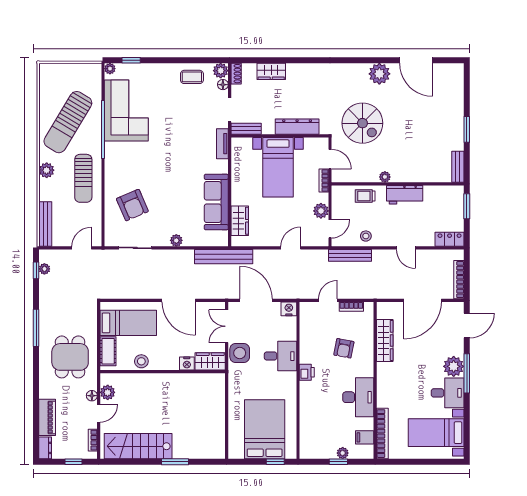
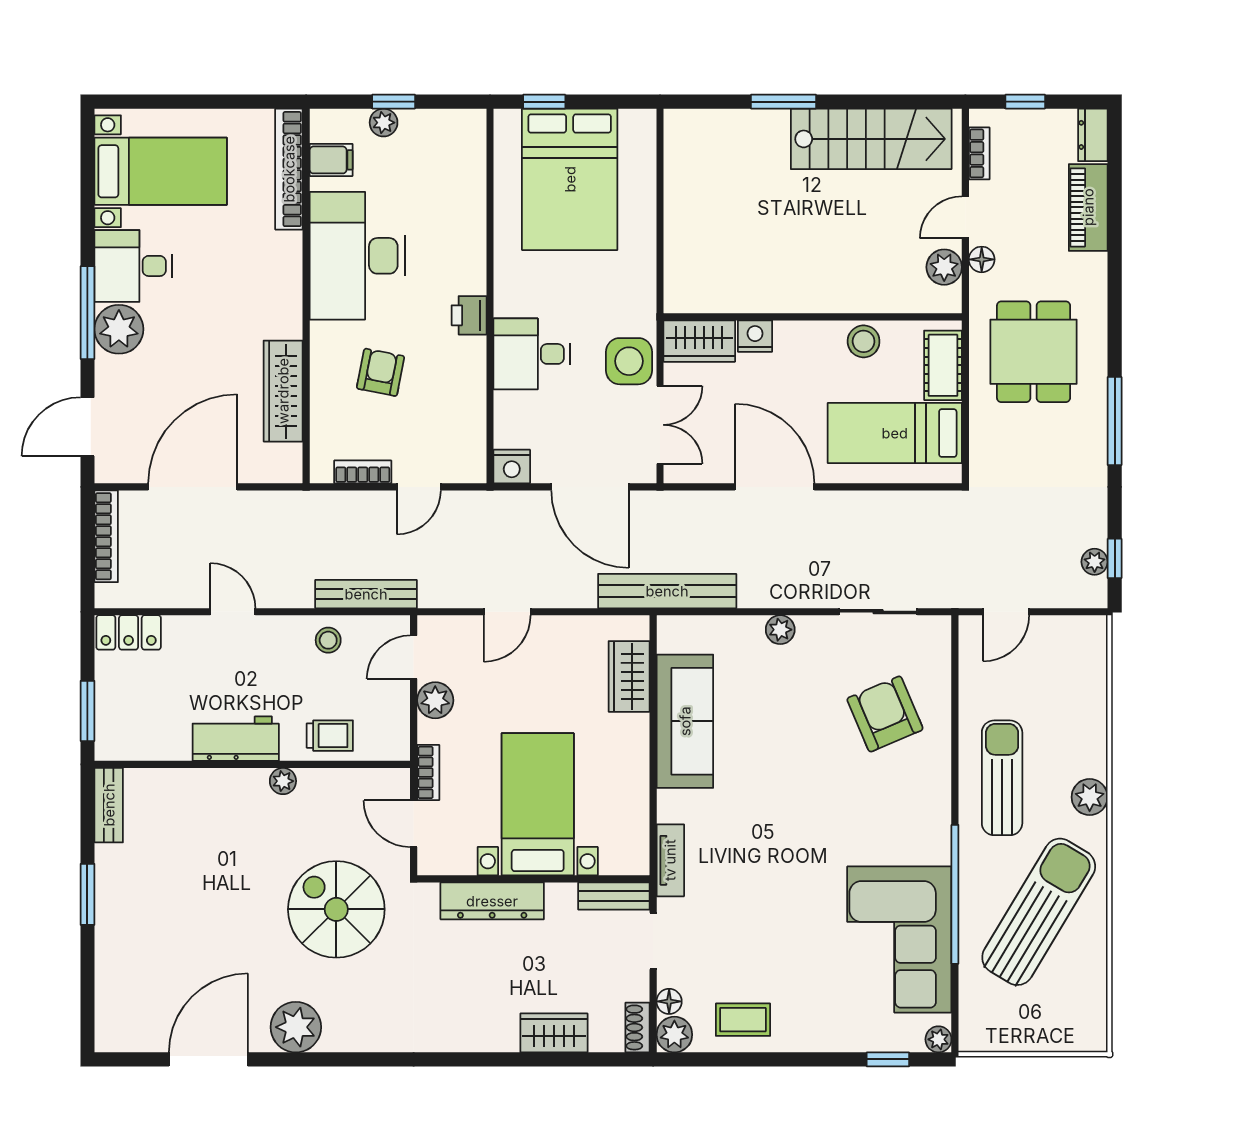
door: (416, 60) -> (208, 1059), hinge flipped
bench: (45, 224) -> (1093, 669), removed
desk: (358, 397) -> (357, 256), width x1.36, depth x1.30

